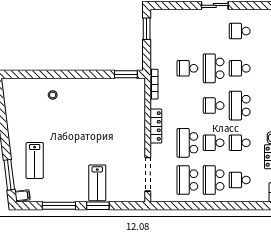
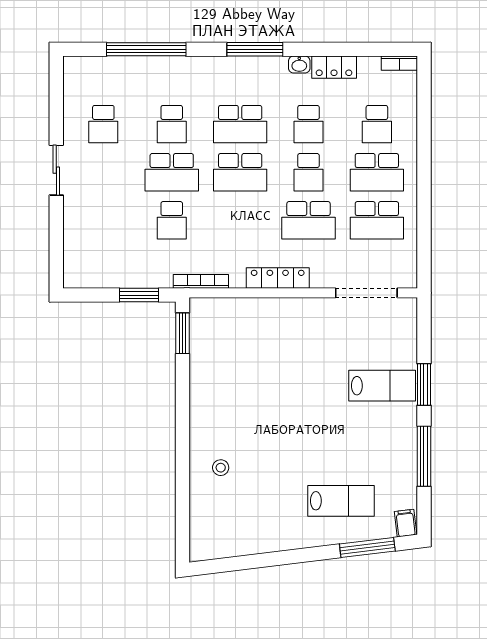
window: (147, 29) -> (139, 295), moved
school desk: (214, 106) -> (240, 172), width x1.85

